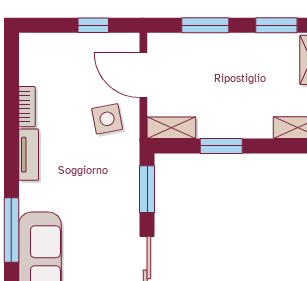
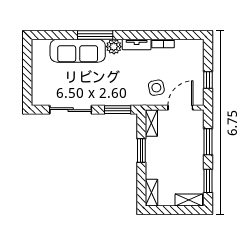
plant: (33, 196) -> (114, 47), added

